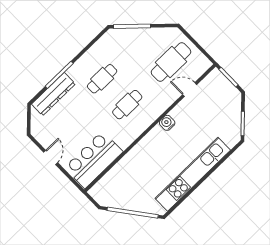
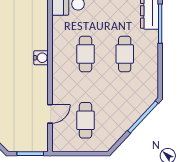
cafe table: (171, 62) -> (86, 120), width x0.73, depth x0.74
water cooler: (167, 123) -> (41, 58), moved

